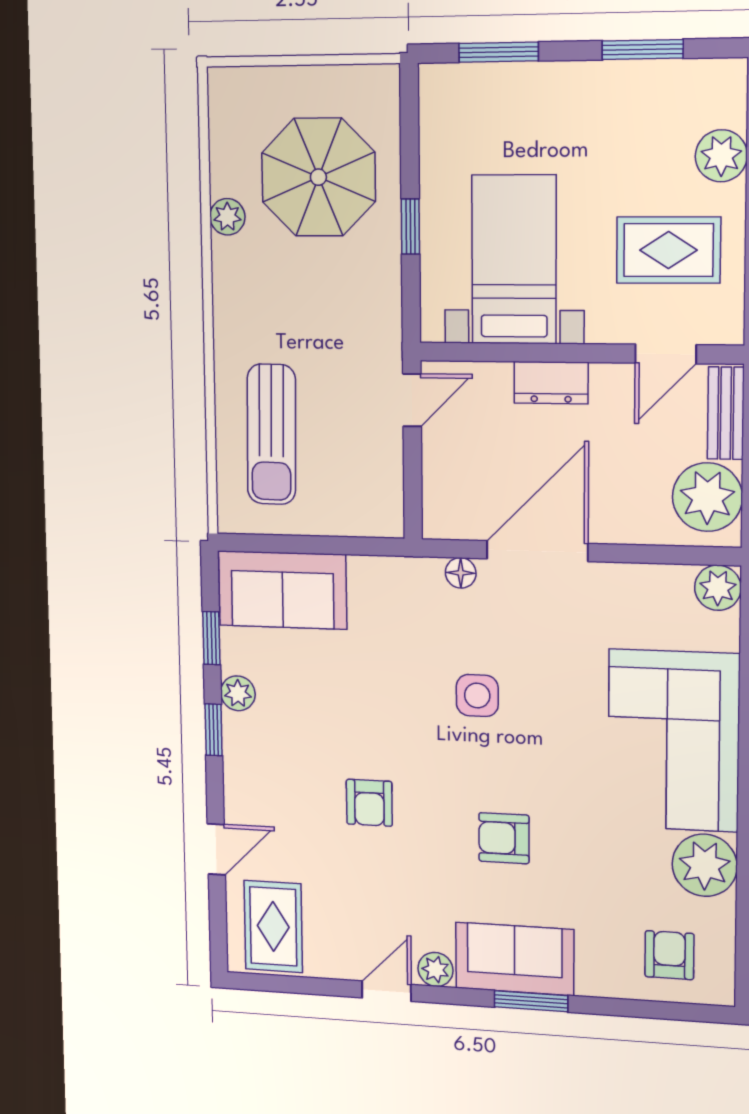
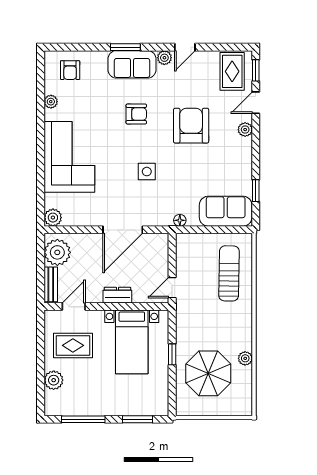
window: (643, 50) -> (83, 419), width x1.44
floor lamp: (461, 573) -> (180, 220), moved
plant: (238, 693) -> (245, 130), moved
window: (214, 730) -> (256, 70), moved
armchair: (369, 803) -> (191, 126), width x1.88, depth x1.88
plant: (705, 865) -> (51, 102), width x0.53, depth x0.53

